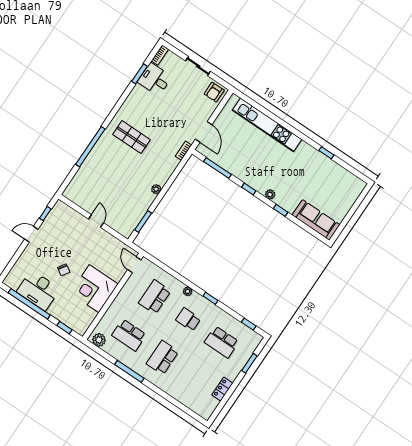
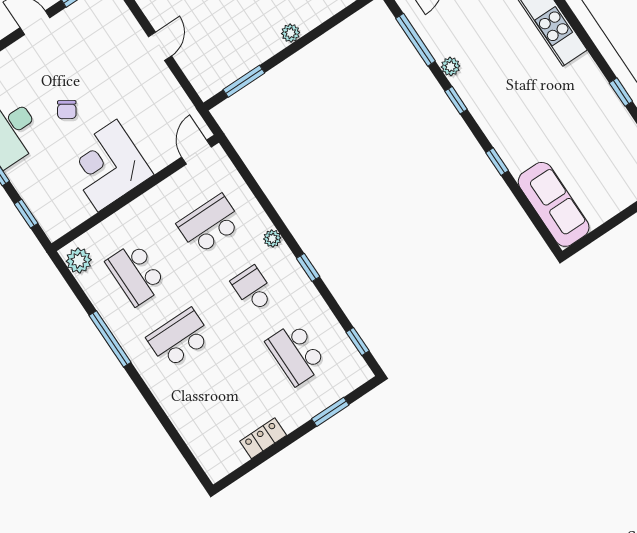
plant: (270, 194) -> (451, 66), moved

